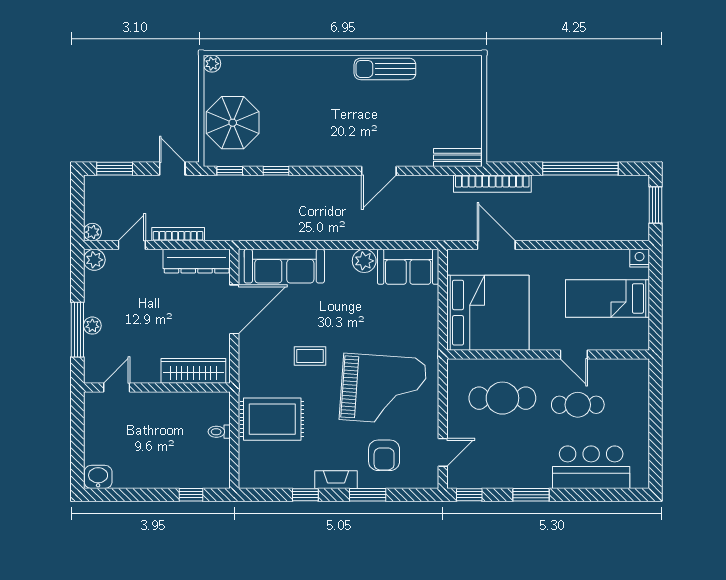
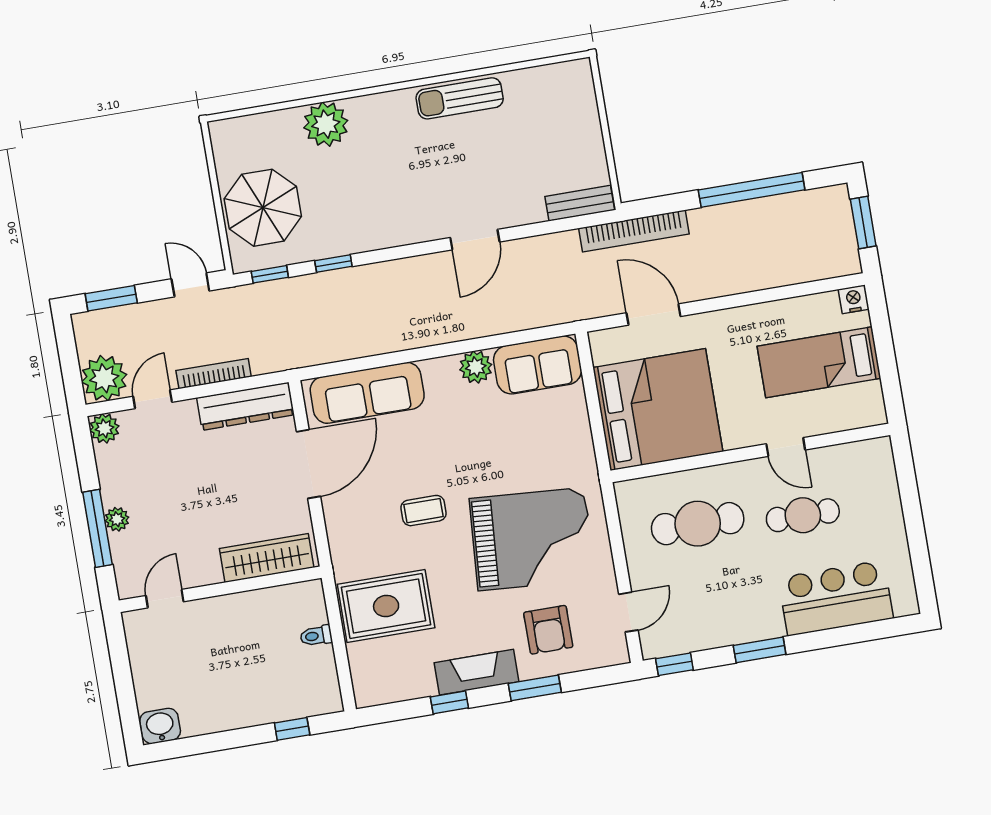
plant: (212, 64) -> (326, 124), moved, width x1.87, depth x1.87
plant: (92, 232) -> (104, 378), width x1.87, depth x1.87
fireplace: (336, 480) -> (476, 672), width x1.37, depth x1.32

